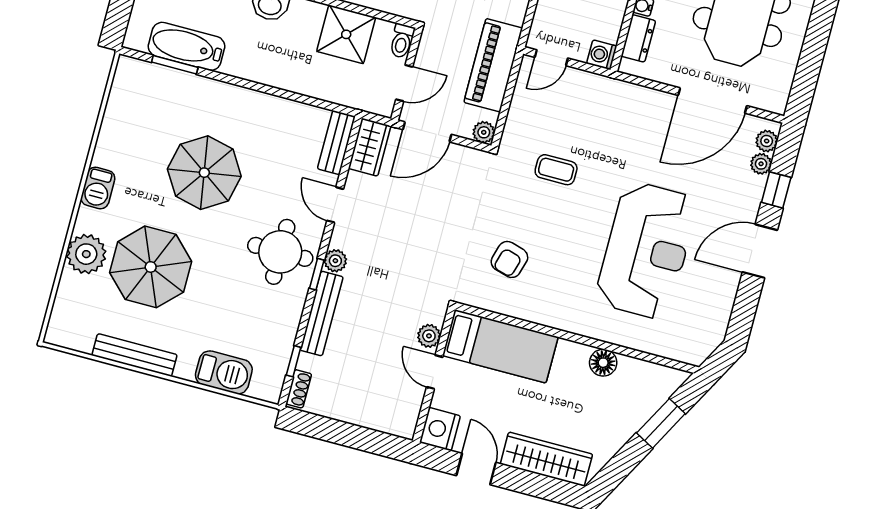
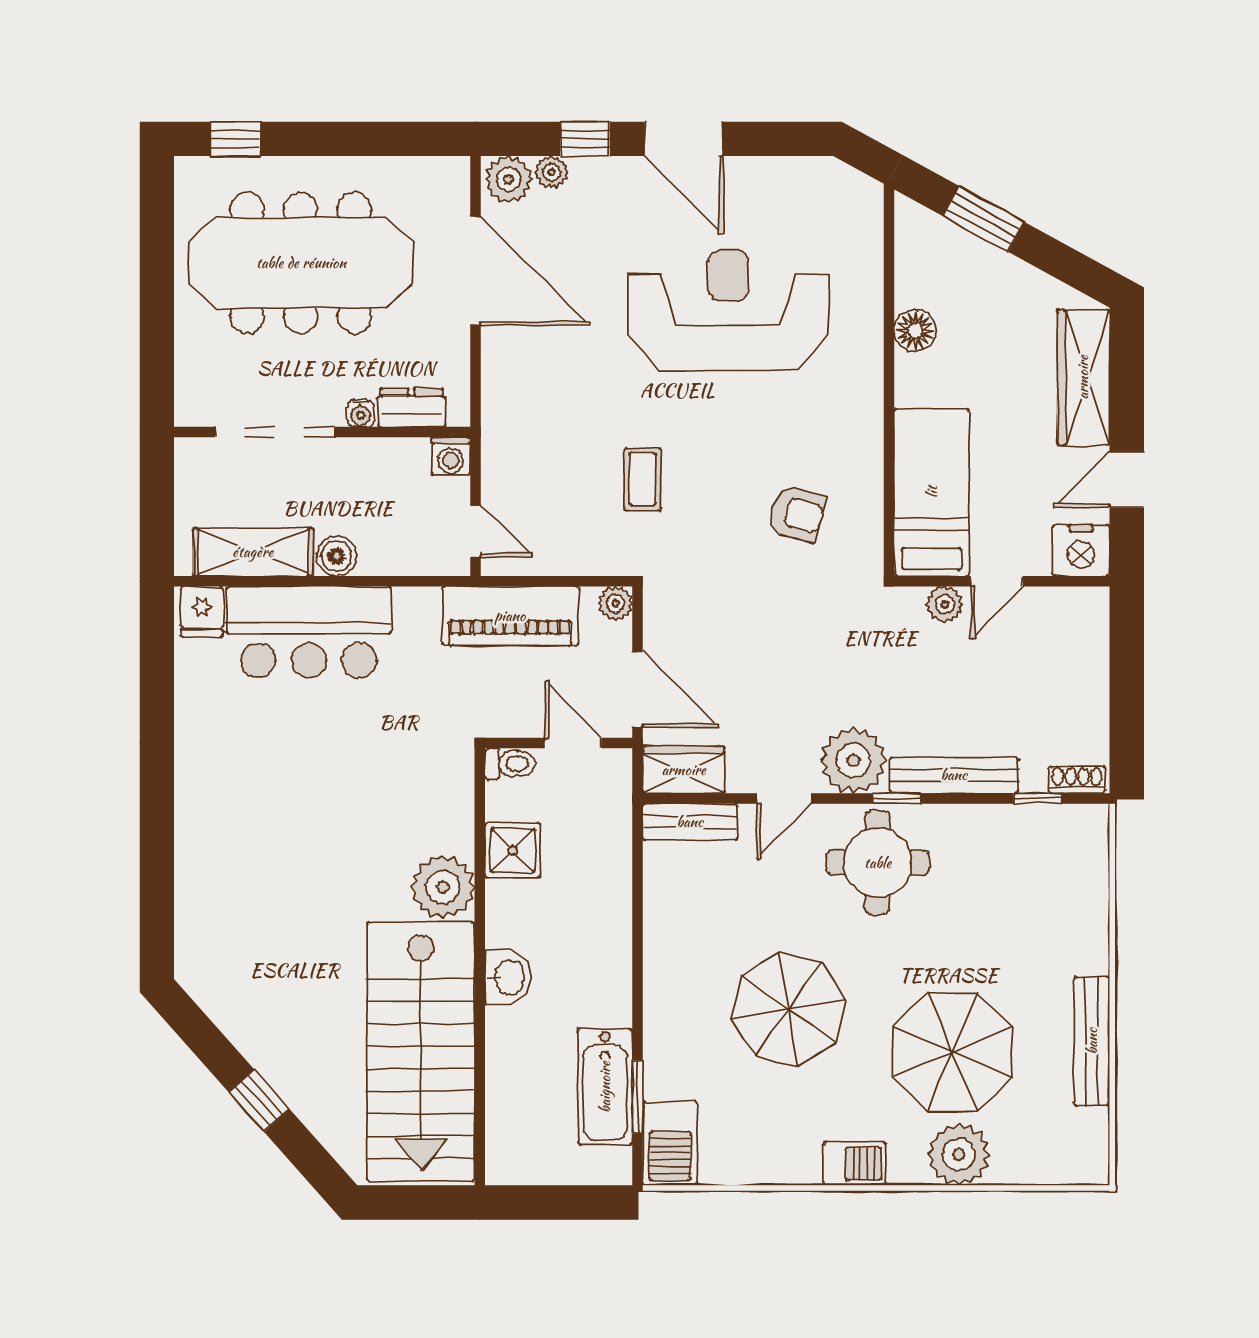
shower: (346, 34) -> (513, 850), width x0.73, depth x0.73
plant: (767, 141) -> (509, 179), width x1.38, depth x1.38
plant: (335, 261) -> (853, 760), width x1.88, depth x1.88
barbecue: (224, 372) -> (670, 1143), moved, turned 180

